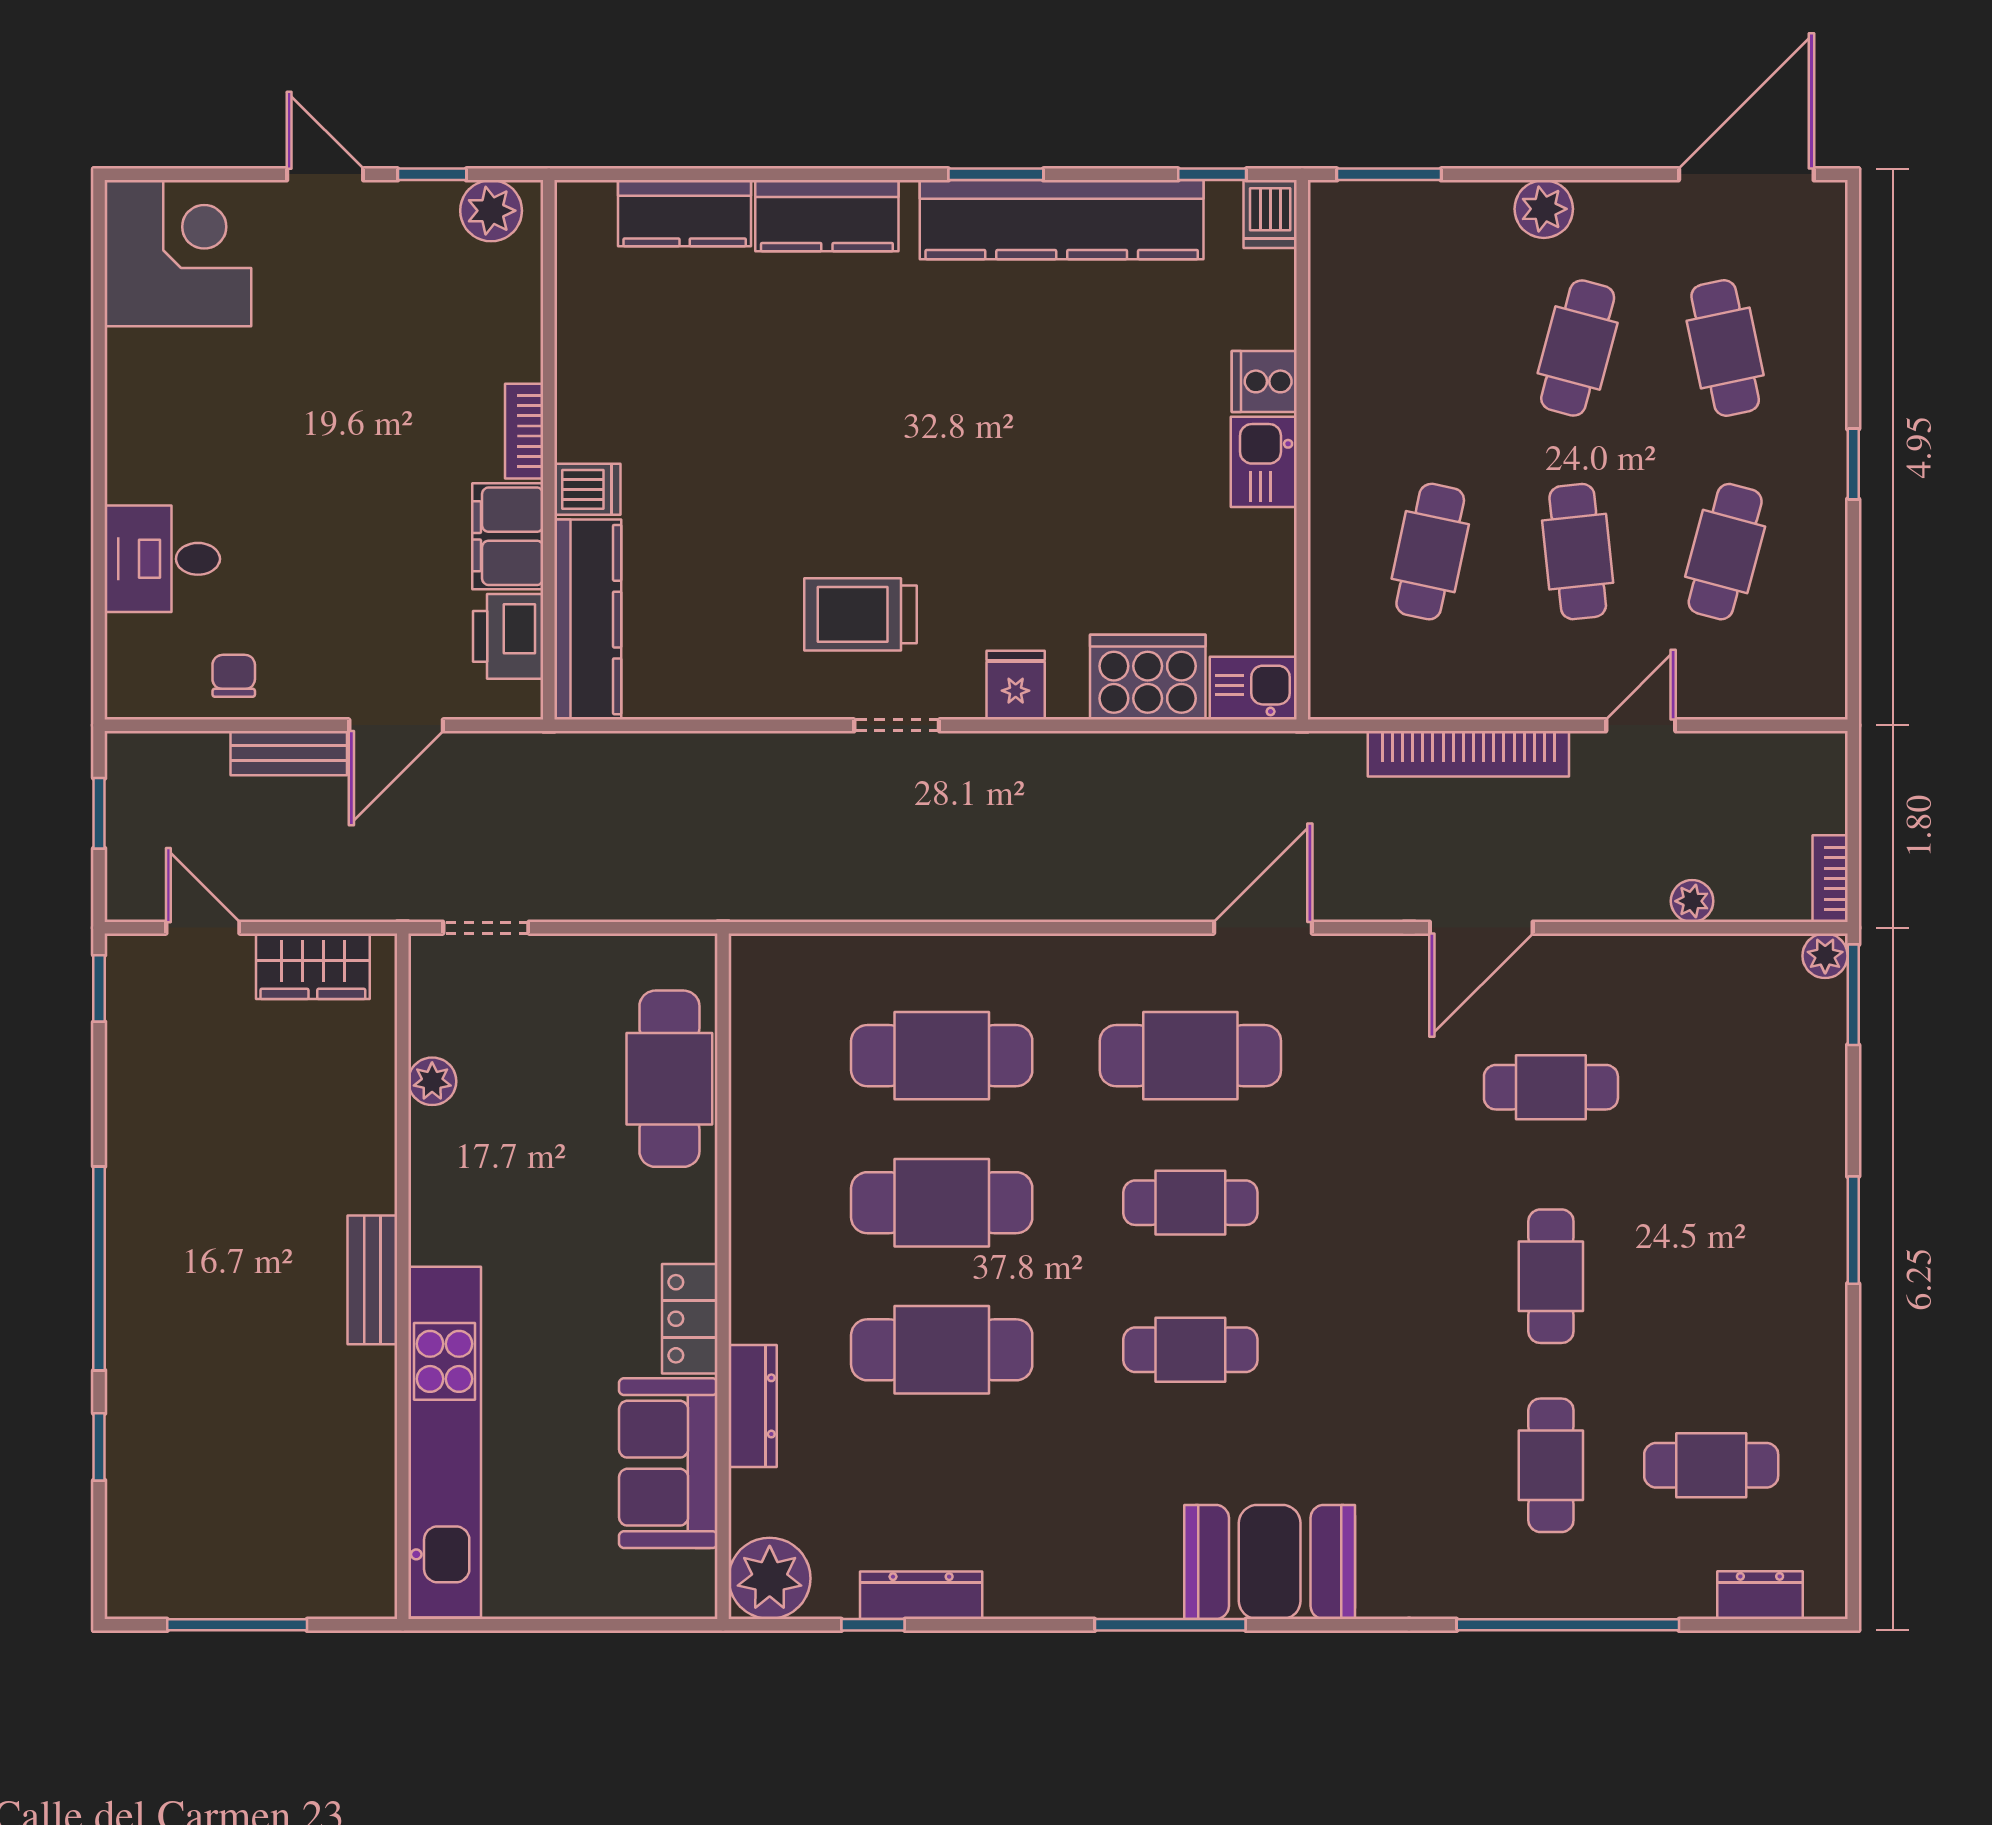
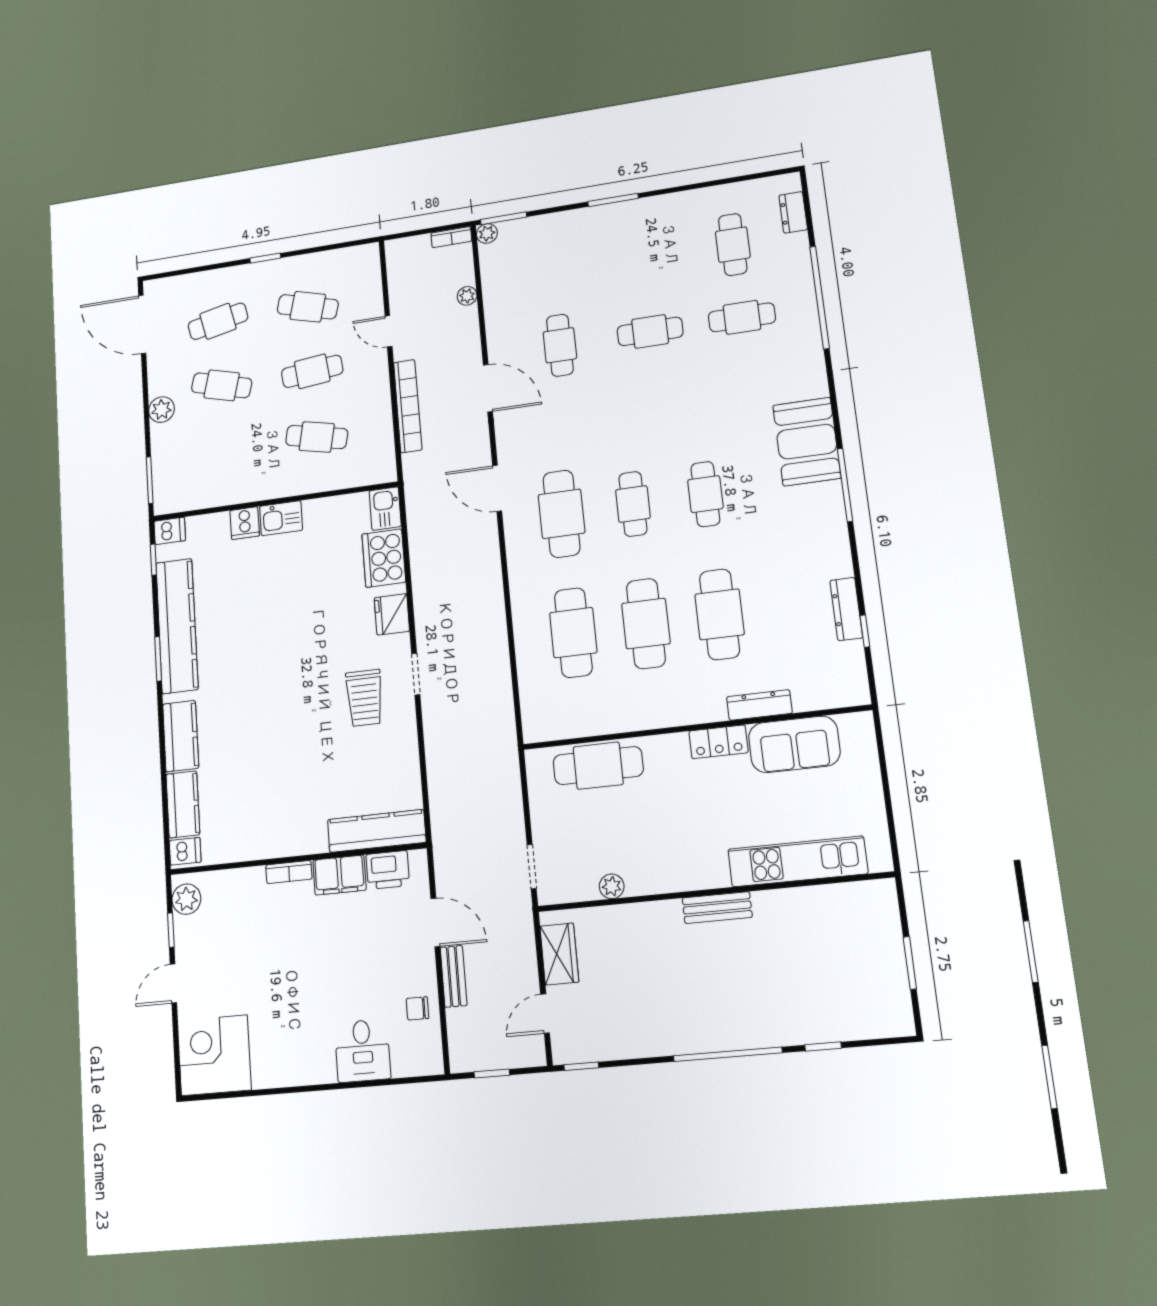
dishwasher: (587, 489) -> (185, 851), moved, turned 90
fridge: (1016, 685) -> (392, 614), width x1.38
kitchen unit: (445, 1442) -> (798, 861), width x0.73
plant: (770, 1578) -> (848, 686), removed
window: (237, 1625) -> (910, 963), width x0.69

